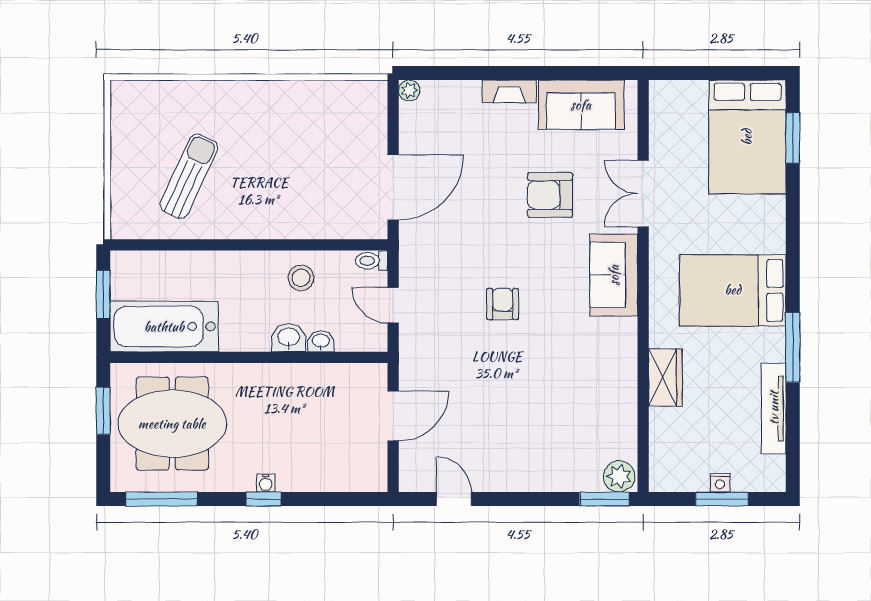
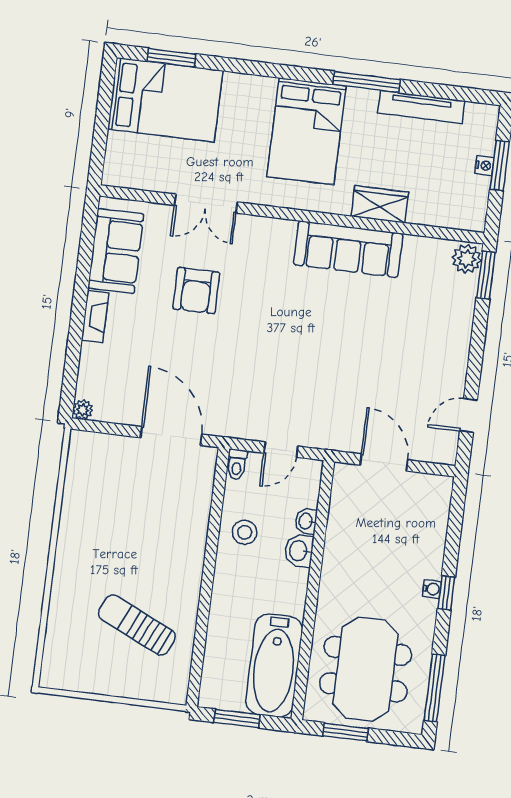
sofa: (614, 275) -> (348, 249), moved, width x1.36
armchair: (503, 304) -> (292, 347), removed

